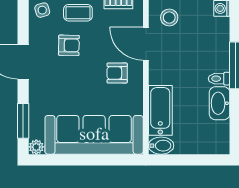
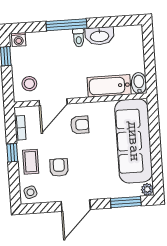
armchair: (117, 73) -> (80, 125), turned -90

